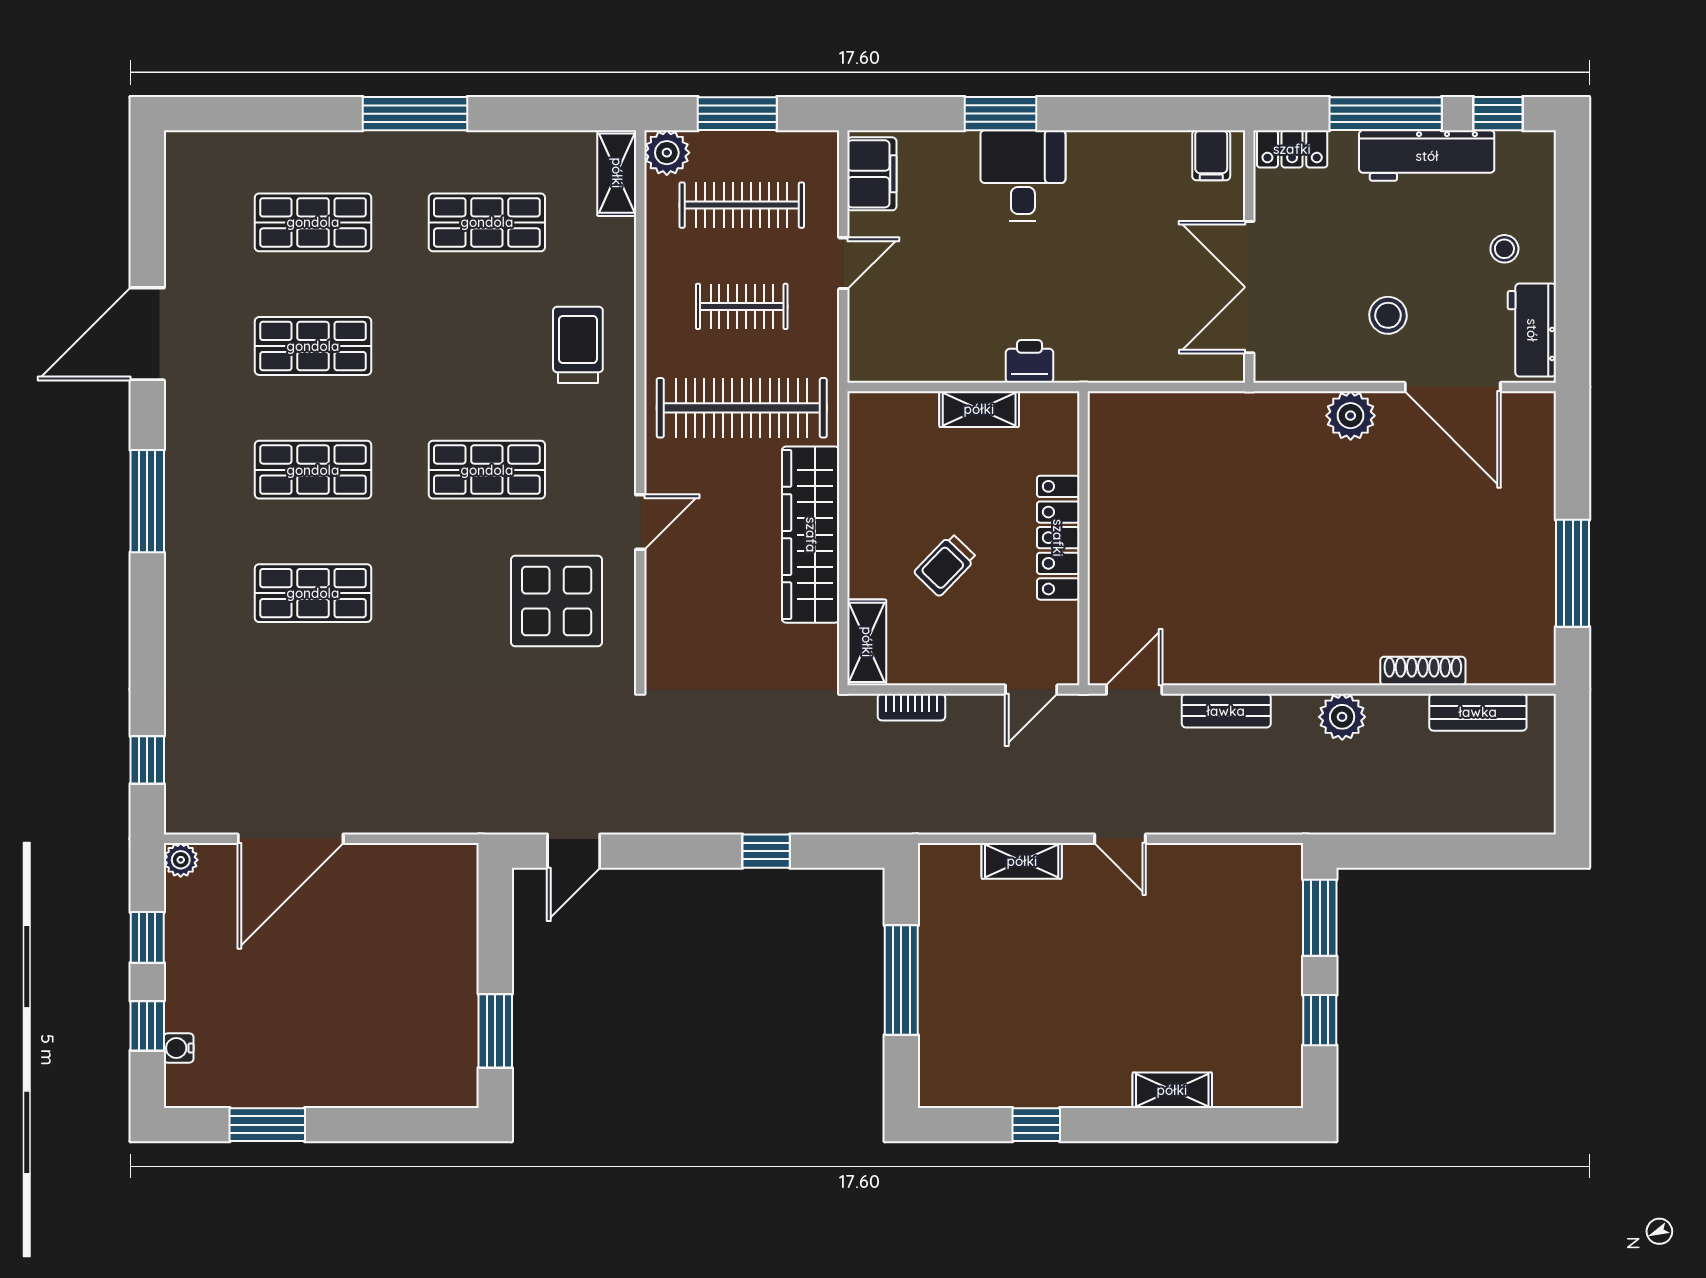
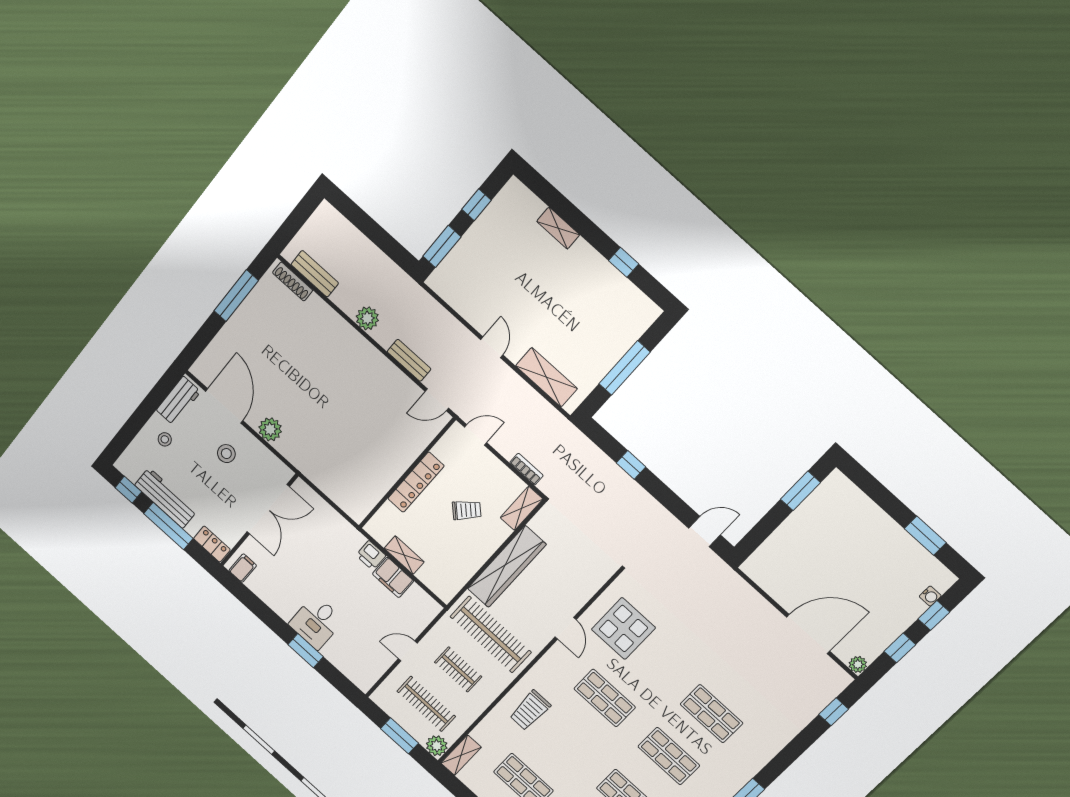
filing cabinet: (872, 174) -> (393, 577), moved, turned -90
door: (640, 522) -> (566, 628), swing flipped
shoe rack: (1423, 671) -> (293, 281), moved
shelving: (1022, 861) -> (546, 377), width x1.50, depth x1.33

